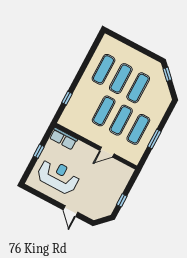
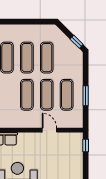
window: (167, 74) -> (77, 42), moved
door: (107, 152) -> (49, 130), swing flipped
window: (122, 200) -> (86, 145), moved

